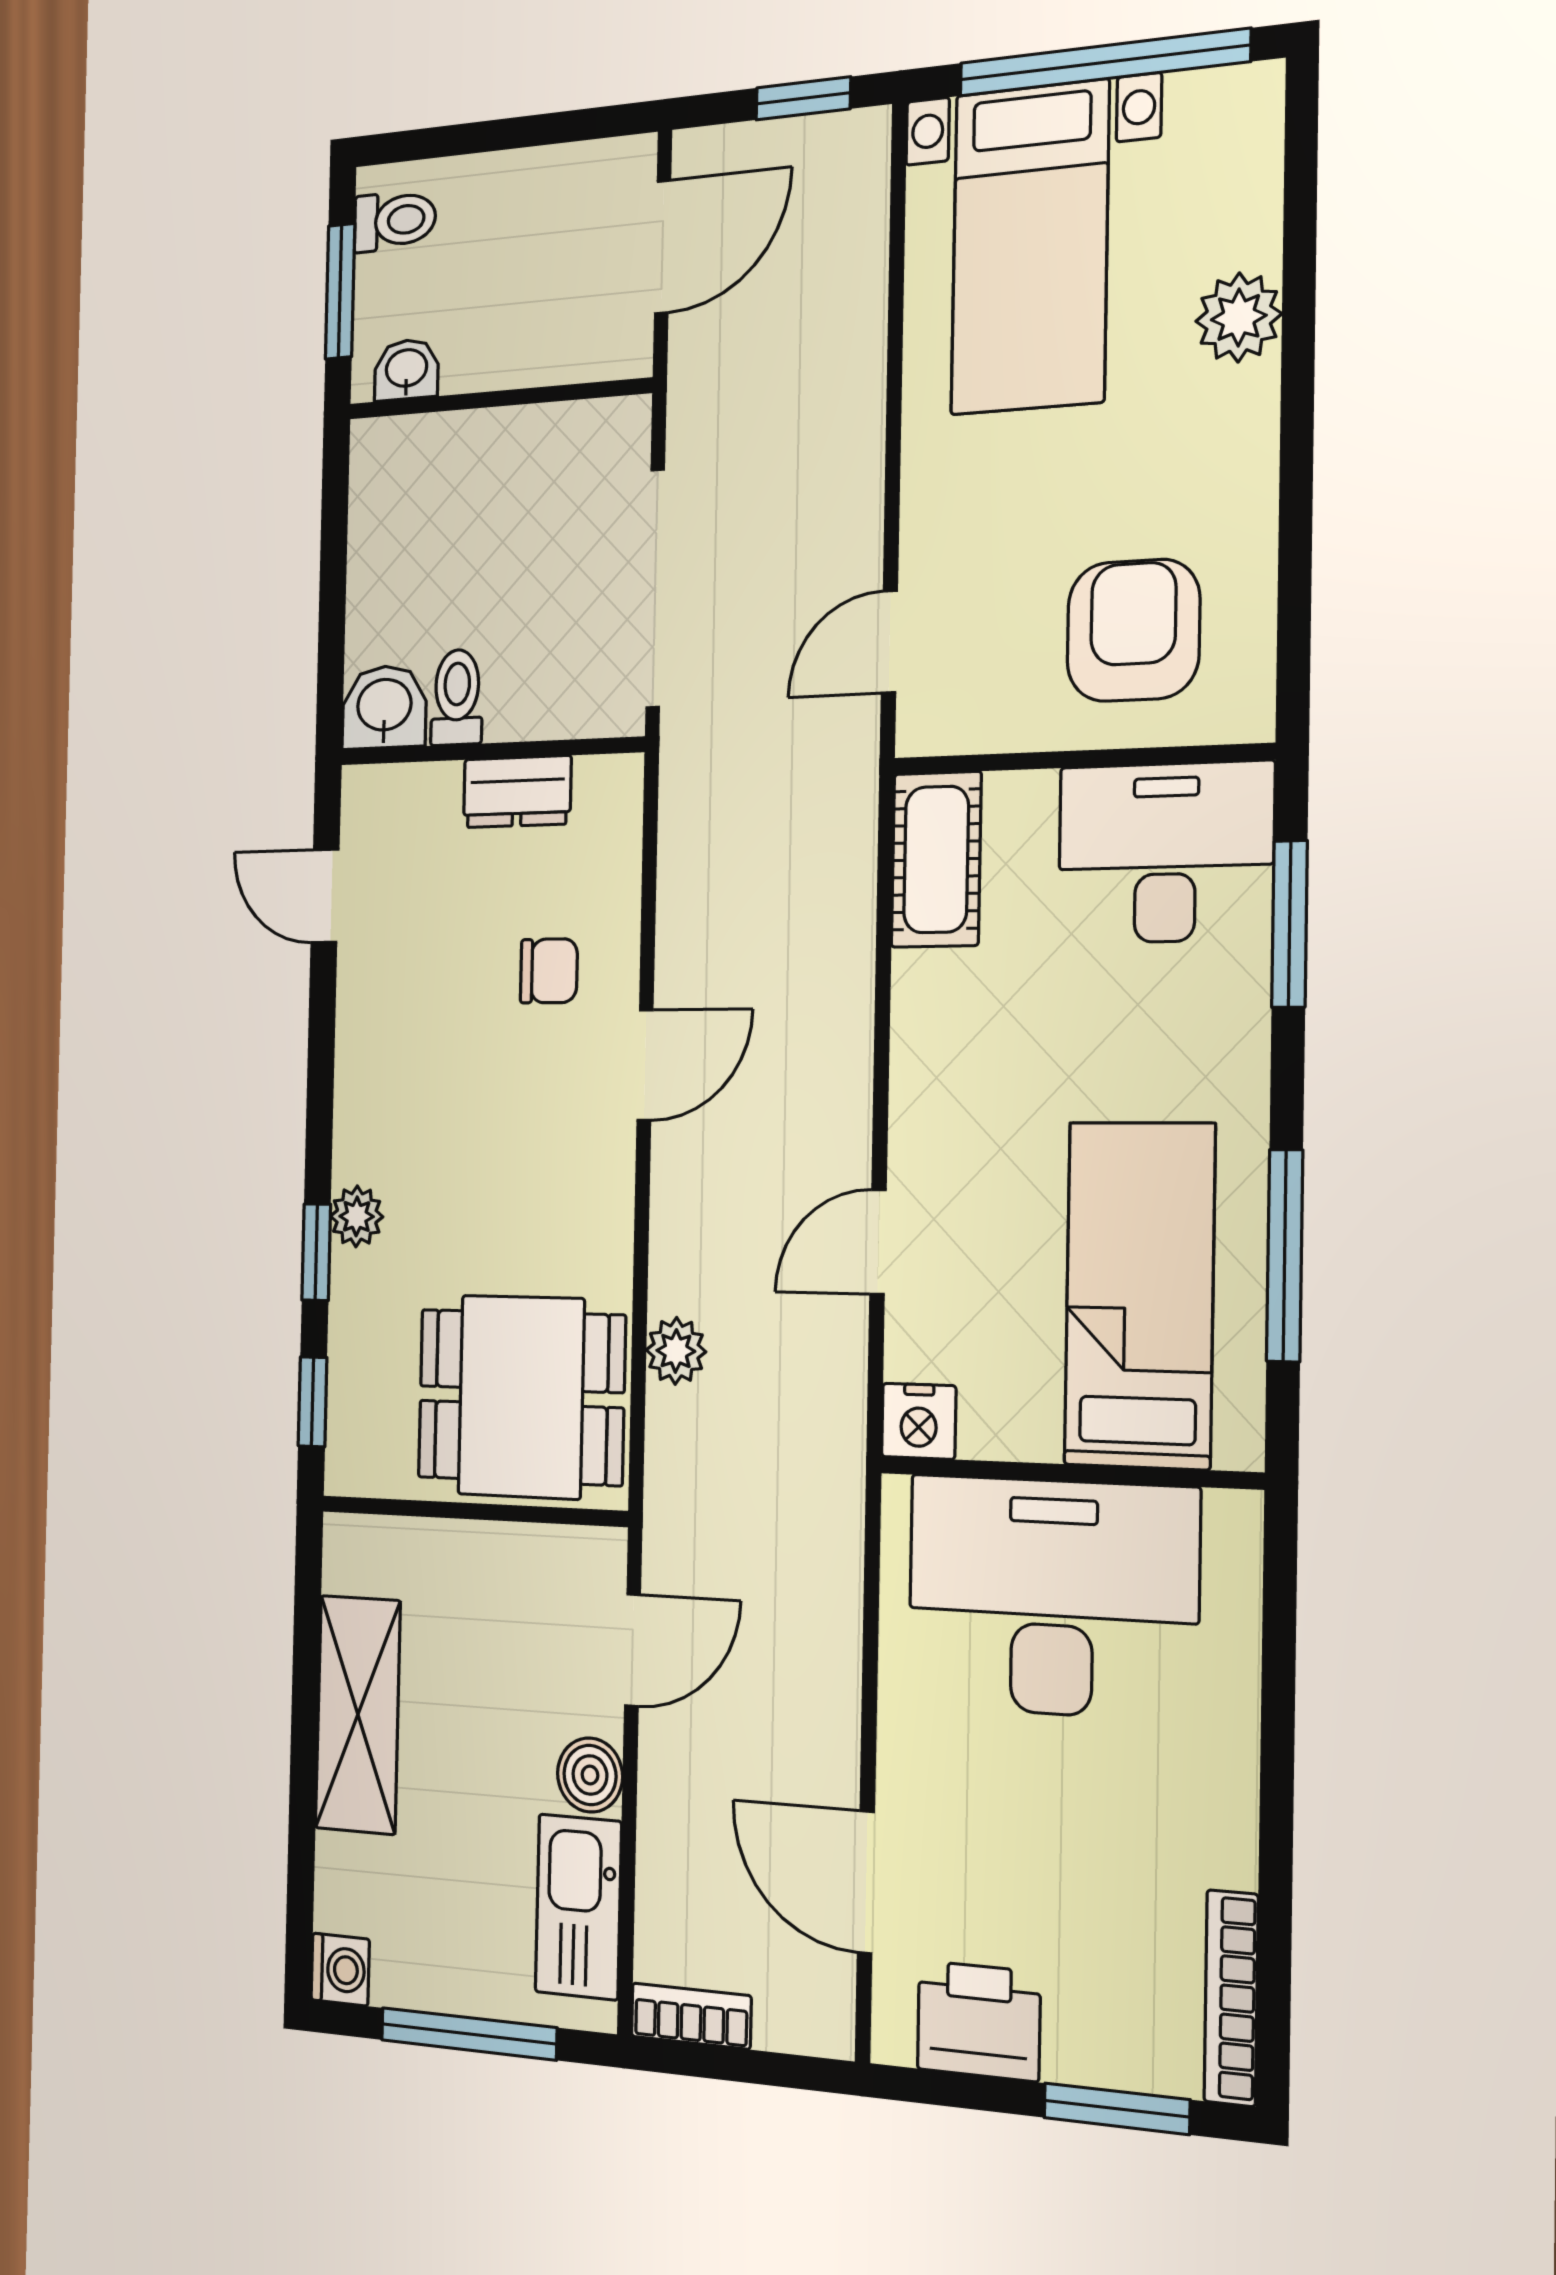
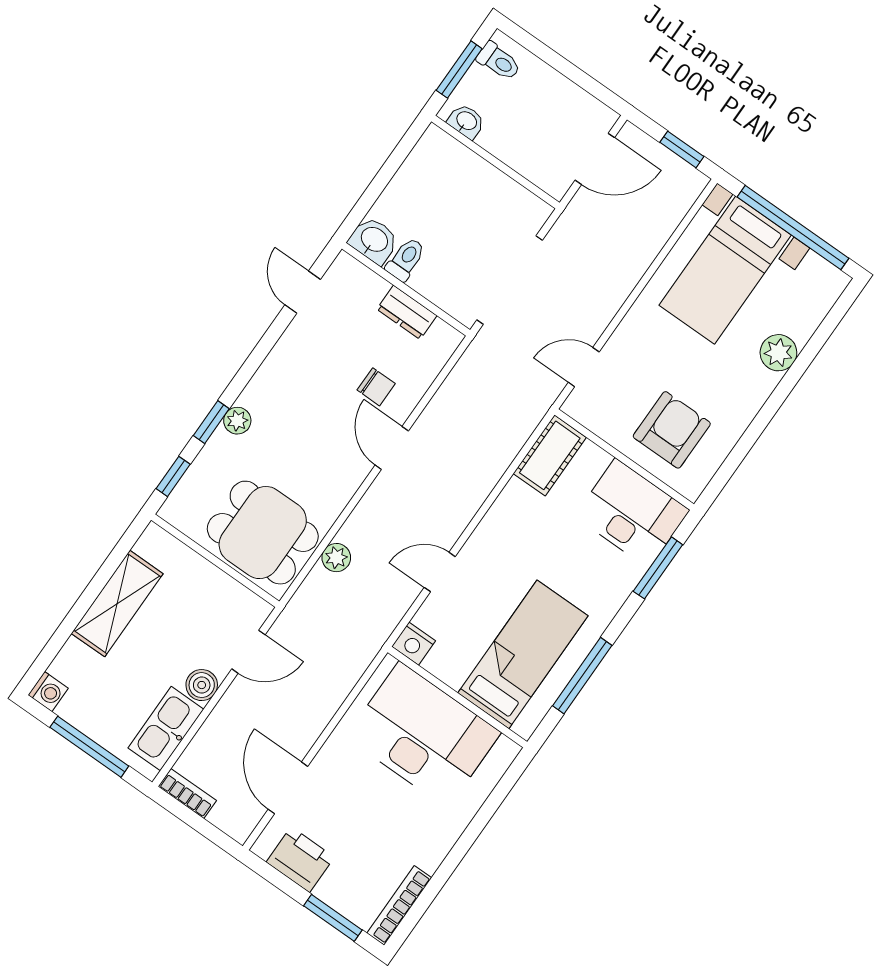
door: (645, 1065) -> (392, 448), swing flipped

